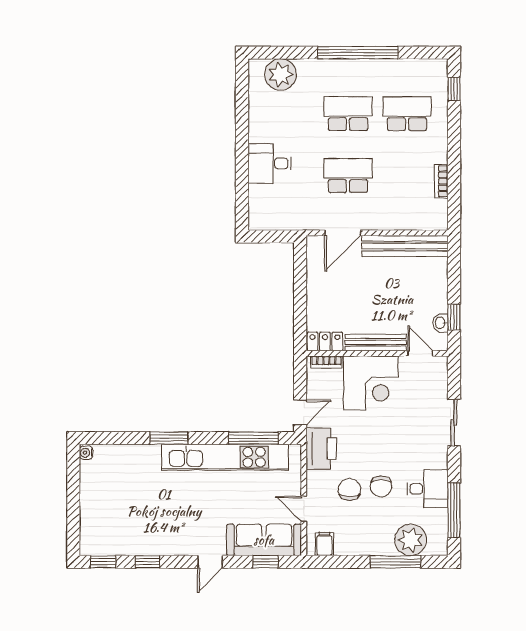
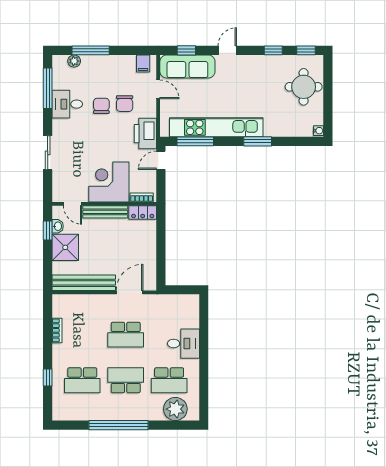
window: (454, 89) -> (48, 377), moved
school desk: (289, 114) -> (169, 380), added
school desk: (348, 114) -> (126, 380), turned 180
shower: (430, 294) -> (65, 247), added
round table: (106, 512) -> (304, 87), added
plant: (411, 540) -> (74, 61), width x0.53, depth x0.53

